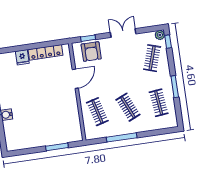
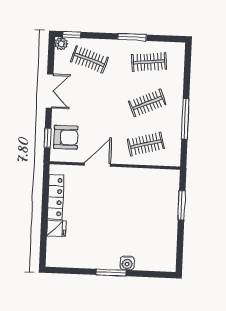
double door: (123, 33) -> (50, 91), swing flipped
door: (75, 79) -> (97, 165), hinge flipped

